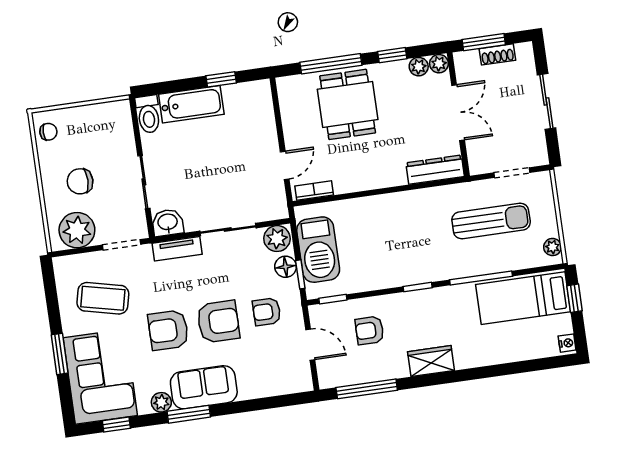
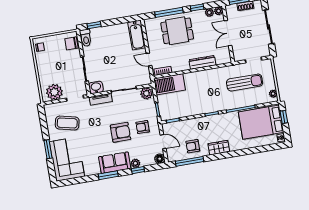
window: (221, 79) -> (94, 25), moved
sliding door: (546, 101) -> (268, 27), width x1.37
bathtub: (191, 104) -> (137, 35), moved, turned 90
dining table: (348, 104) -> (177, 31), turned 90
double door: (458, 113) -> (228, 33), swing flipped
door: (285, 165) -> (149, 60), swing flipped
dresser: (435, 170) -> (202, 62), moved
chair: (80, 181) -> (71, 43), moved
barbecue: (318, 250) -> (169, 84), moved, turned 90
floor lamp: (286, 267) -> (160, 159), moved
bed: (523, 298) -> (261, 122), width x1.50
armchair: (168, 330) -> (98, 137), removed
armchair: (370, 330) -> (193, 146), moved
plant: (161, 402) -> (135, 163), moved
window: (116, 425) -> (138, 170), moved

